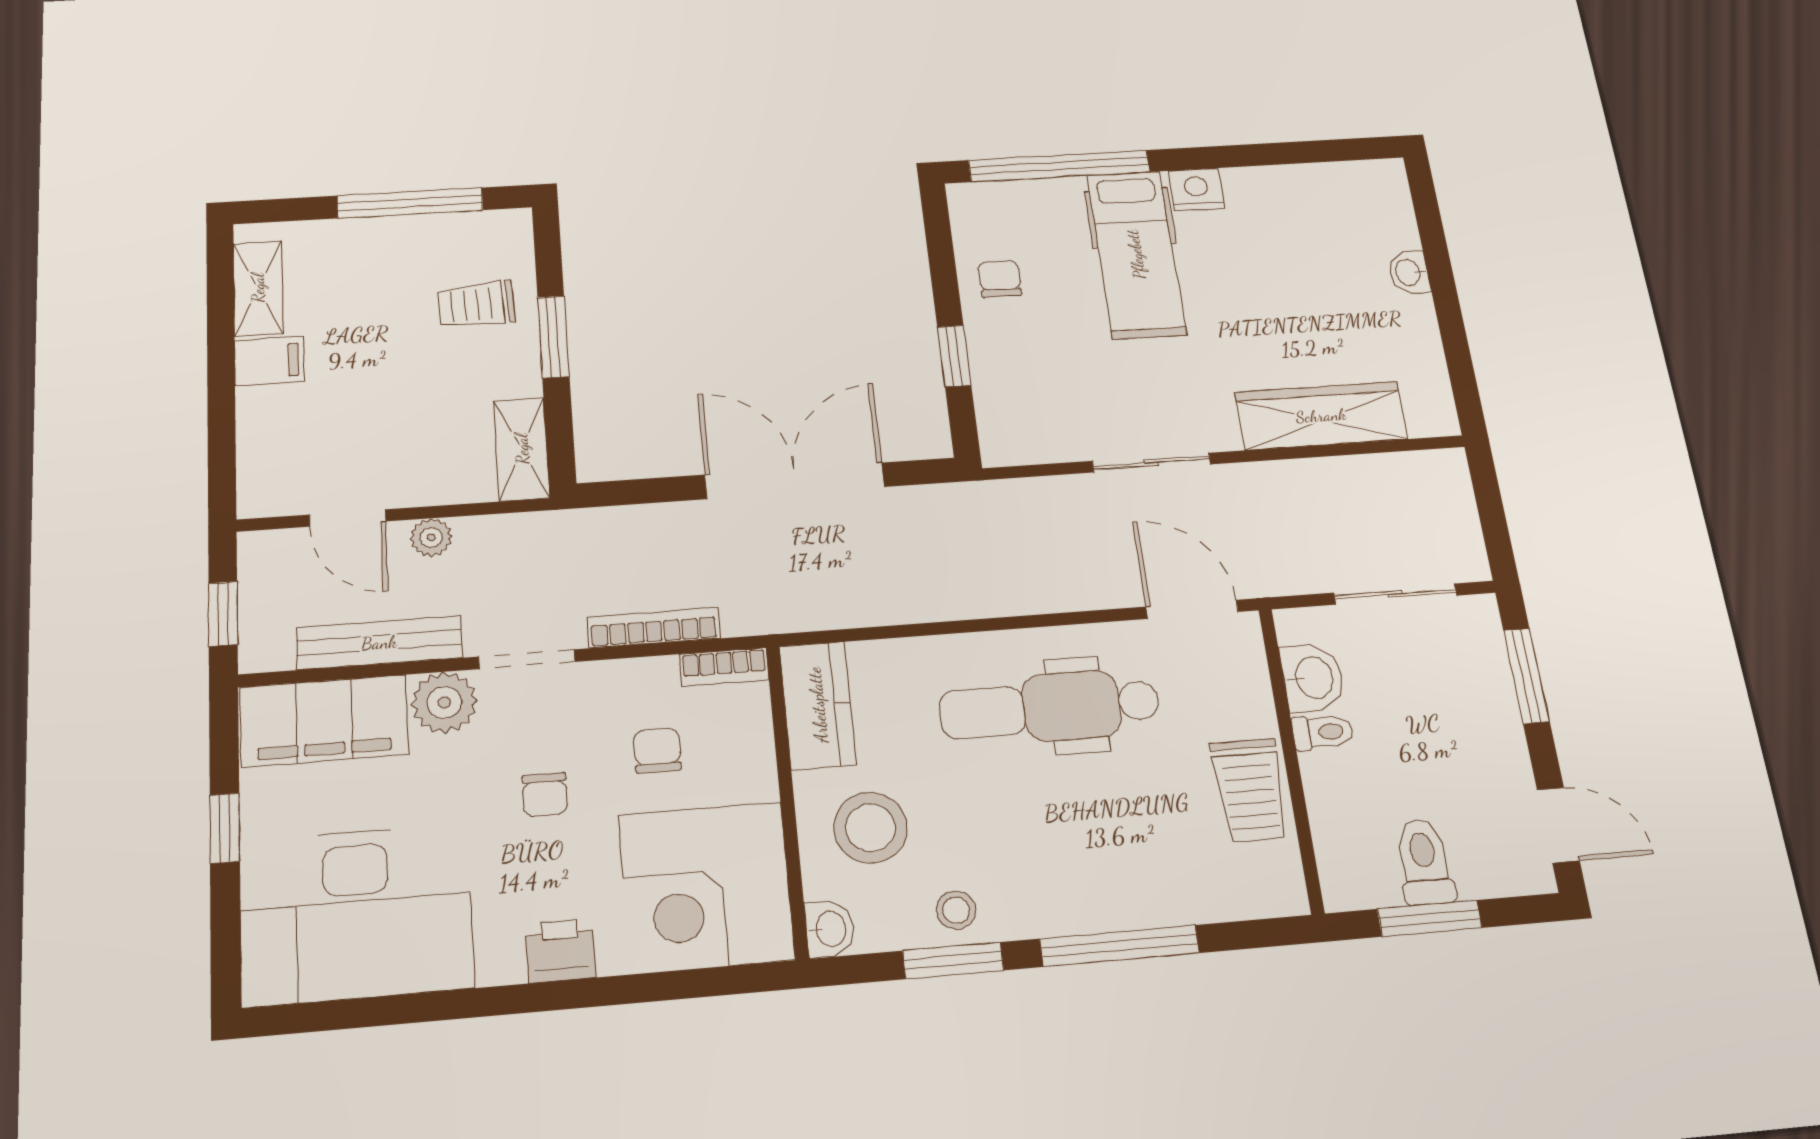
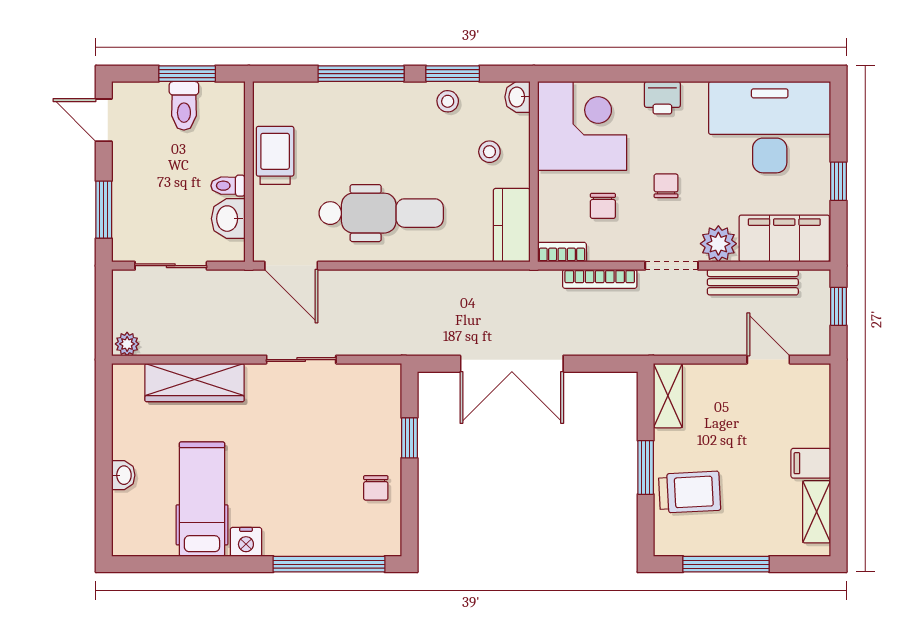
hospital bed: (1136, 254) -> (202, 499), moved
trolley: (476, 305) -> (690, 492), width x1.36, depth x1.39
plant: (431, 537) -> (127, 344), moved
stool: (870, 828) -> (489, 152), width x0.53, depth x0.53

